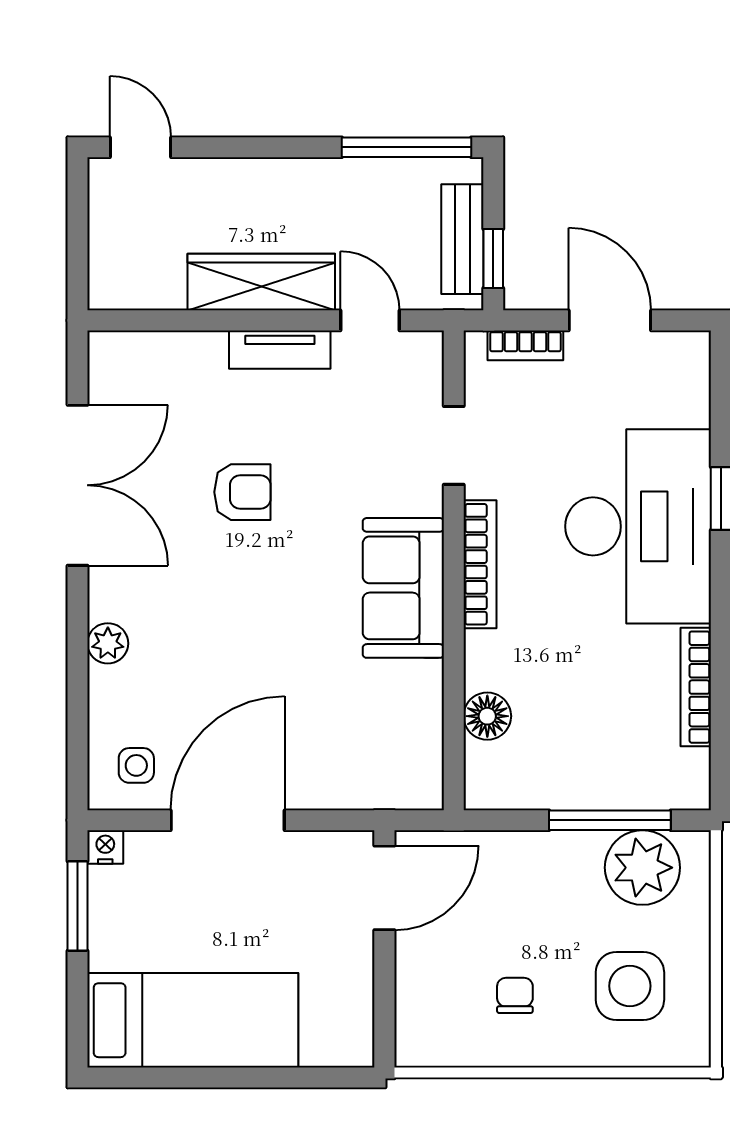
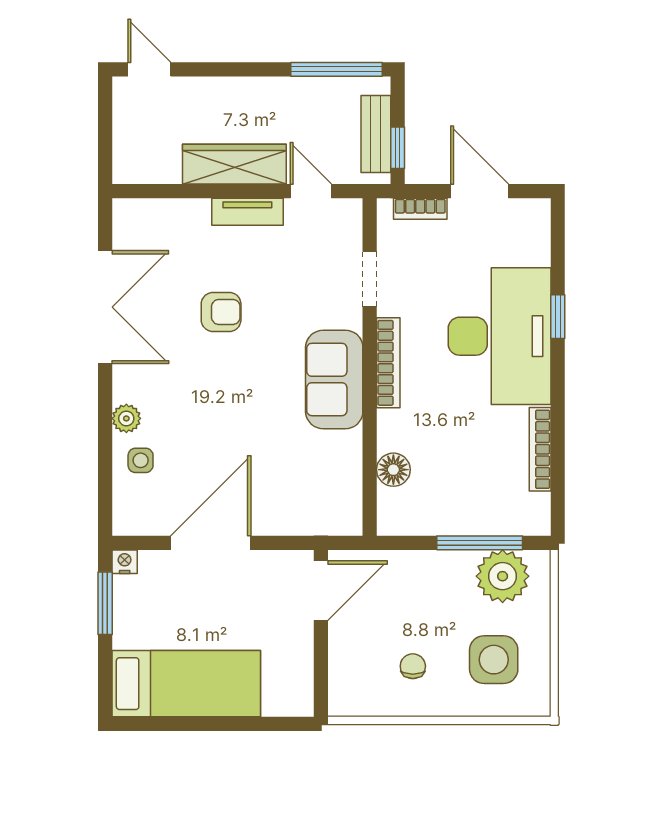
side table: (136, 765) -> (141, 460), moved

